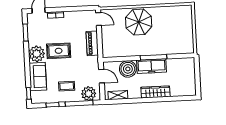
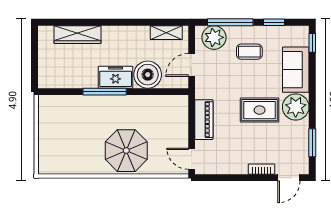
freezer: (152, 66) -> (116, 77), width x0.71
door: (101, 76) -> (192, 65), hinge flipped
wardrobe: (155, 92) -> (78, 35), moved

